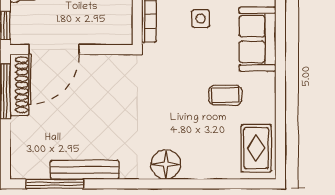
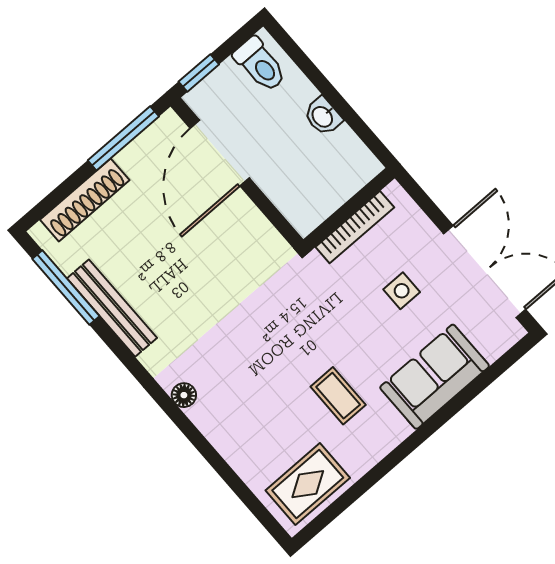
door: (54, 50) -> (220, 153), hinge flipped
shoe rack: (19, 85) -> (85, 200), moved
floor lamp: (166, 164) -> (184, 395), width x0.53, depth x0.53

